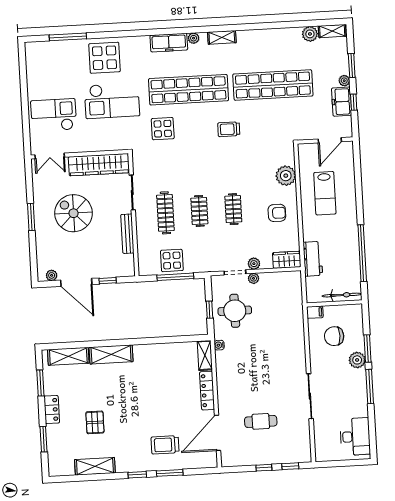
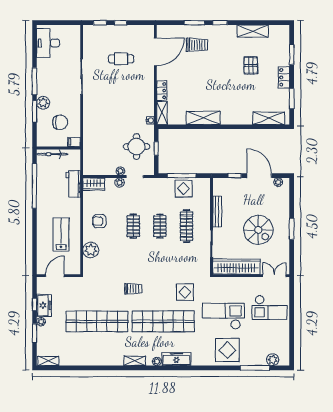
plant: (310, 34) -> (273, 360), moved
shelving: (111, 354) -> (203, 118), moved
locker: (207, 391) -> (162, 91), width x0.66

